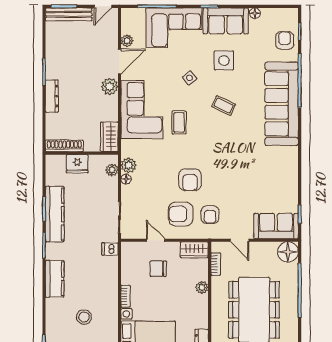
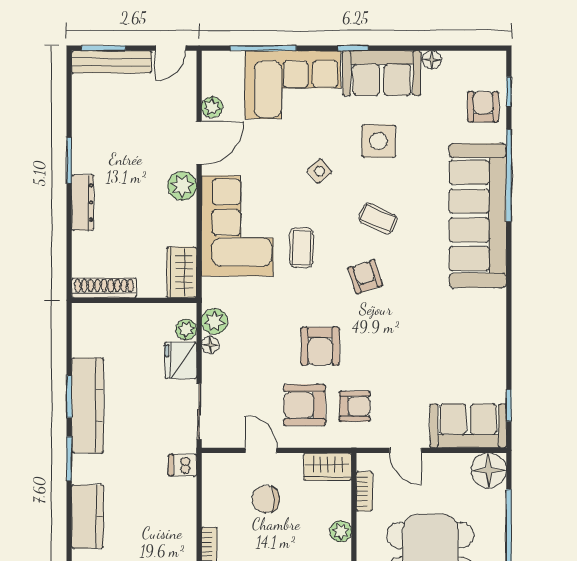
armchair: (216, 139) -> (365, 277), added
fridge: (77, 164) -> (181, 360), moved, turned 90
armchair: (210, 215) -> (355, 406), turned -90

